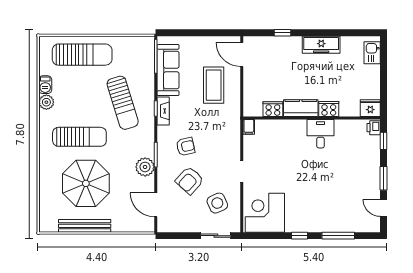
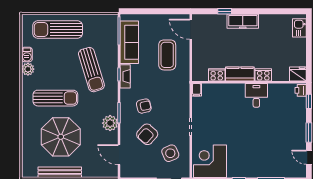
freezer: (321, 45) -> (243, 21), moved
sun lounger: (82, 55) -> (58, 29), turned 180

